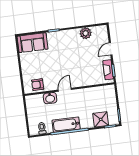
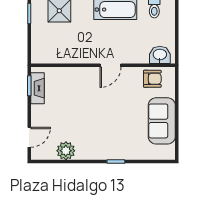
sofa: (33, 43) -> (162, 121), moved, turned -90
door: (111, 49) -> (29, 137), moved
washbasin: (50, 98) -> (160, 55), moved

